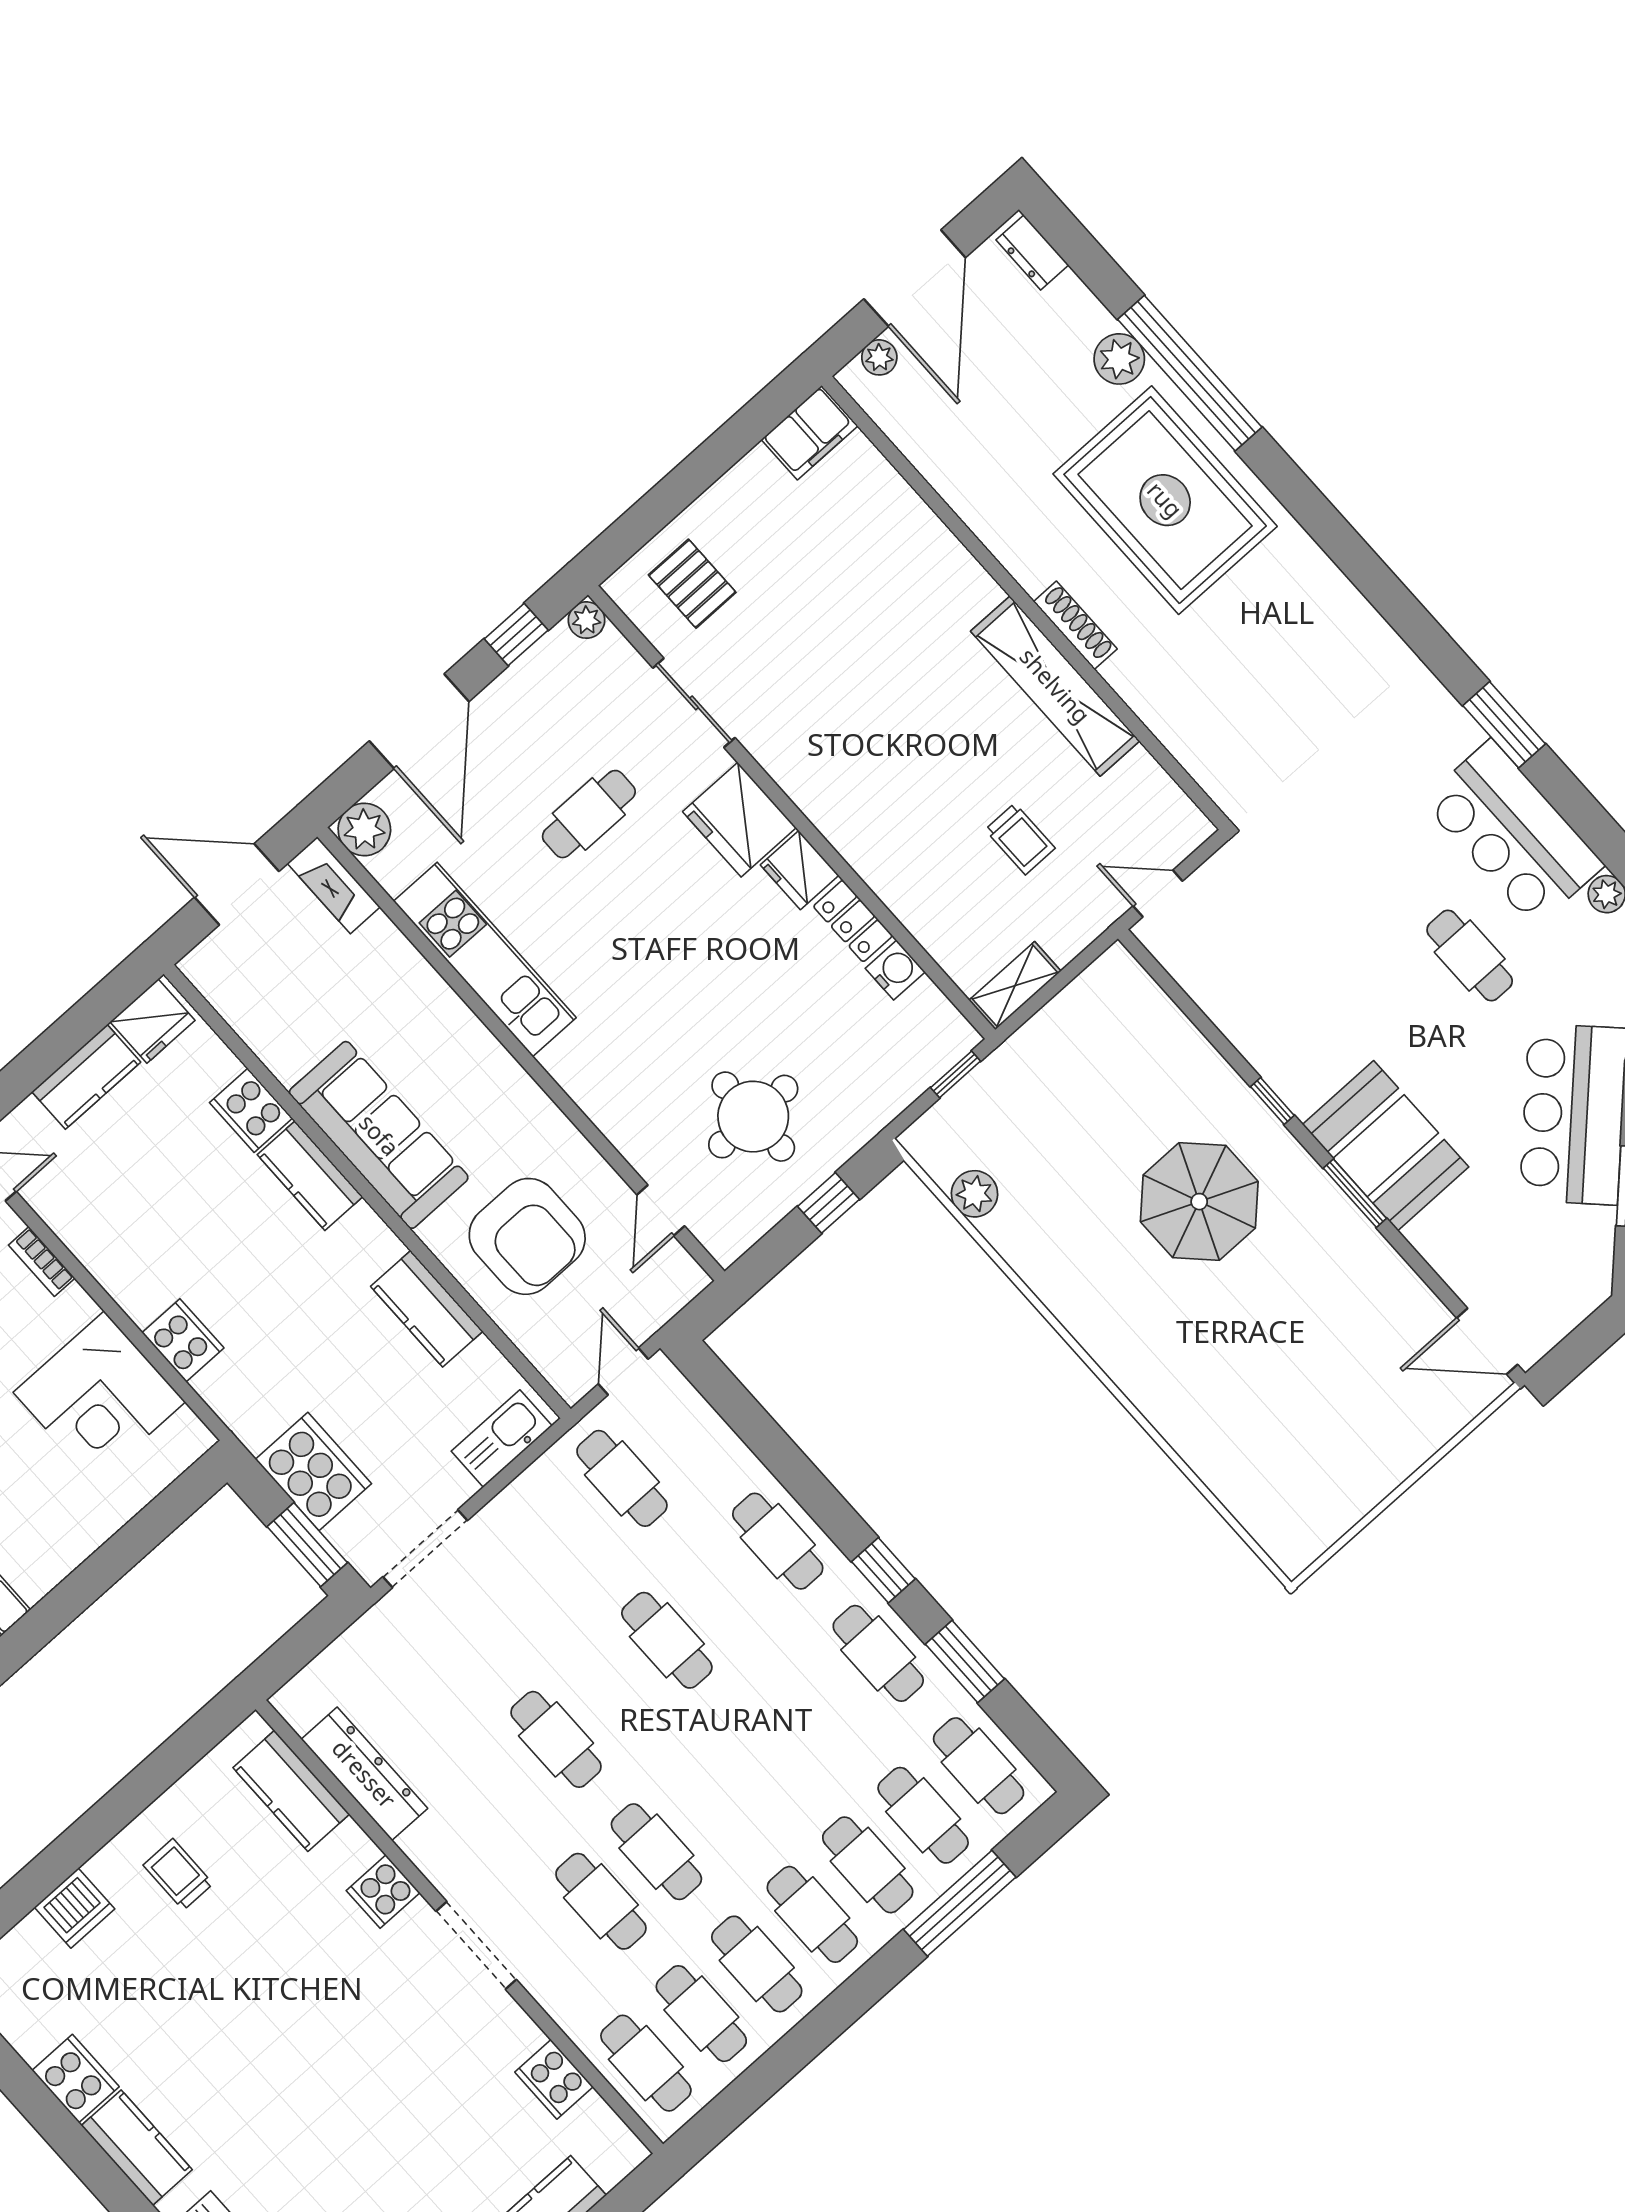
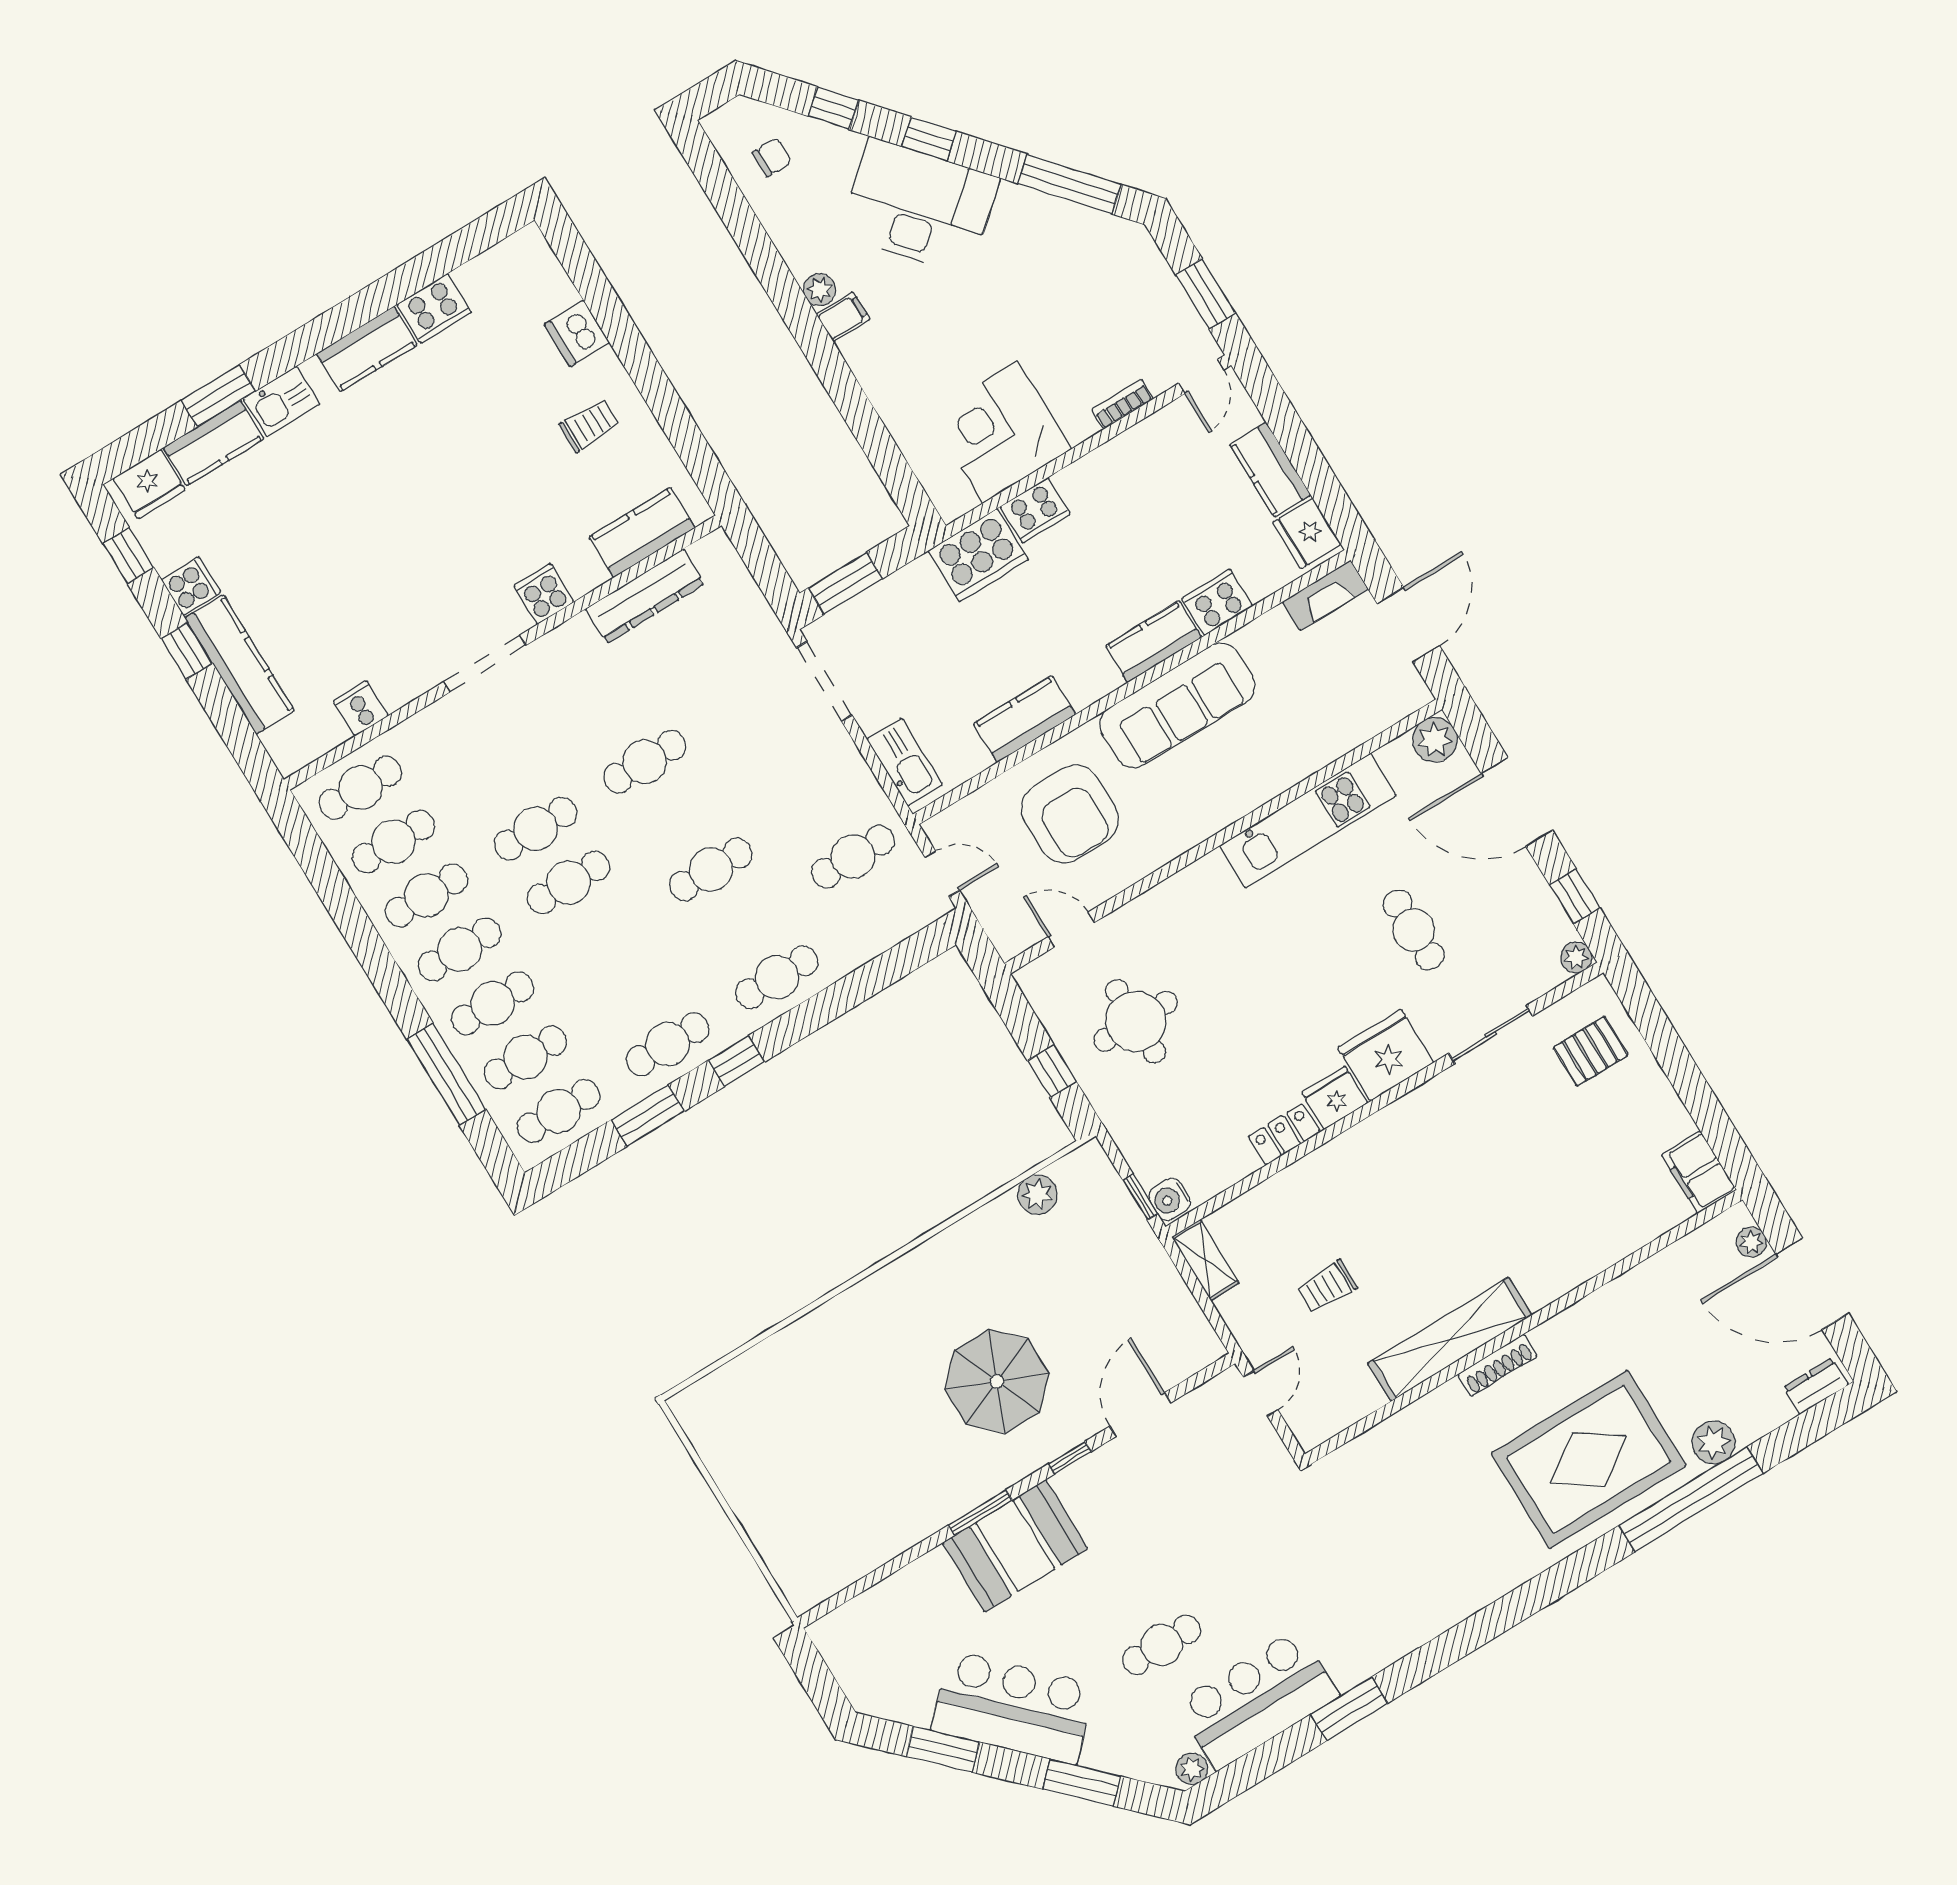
fireplace: (334, 885) -> (1325, 595), moved, turned 180
water cooler: (895, 970) -> (1170, 1199), moved, turned 90
armchair: (527, 1236) -> (1070, 814), turned -90
door: (1487, 1341) -> (1140, 1415), moved
cooker: (313, 1471) -> (978, 555), moved
cafe table: (601, 1901) -> (569, 882), moved
cooker: (554, 2079) -> (361, 708), width x0.73

